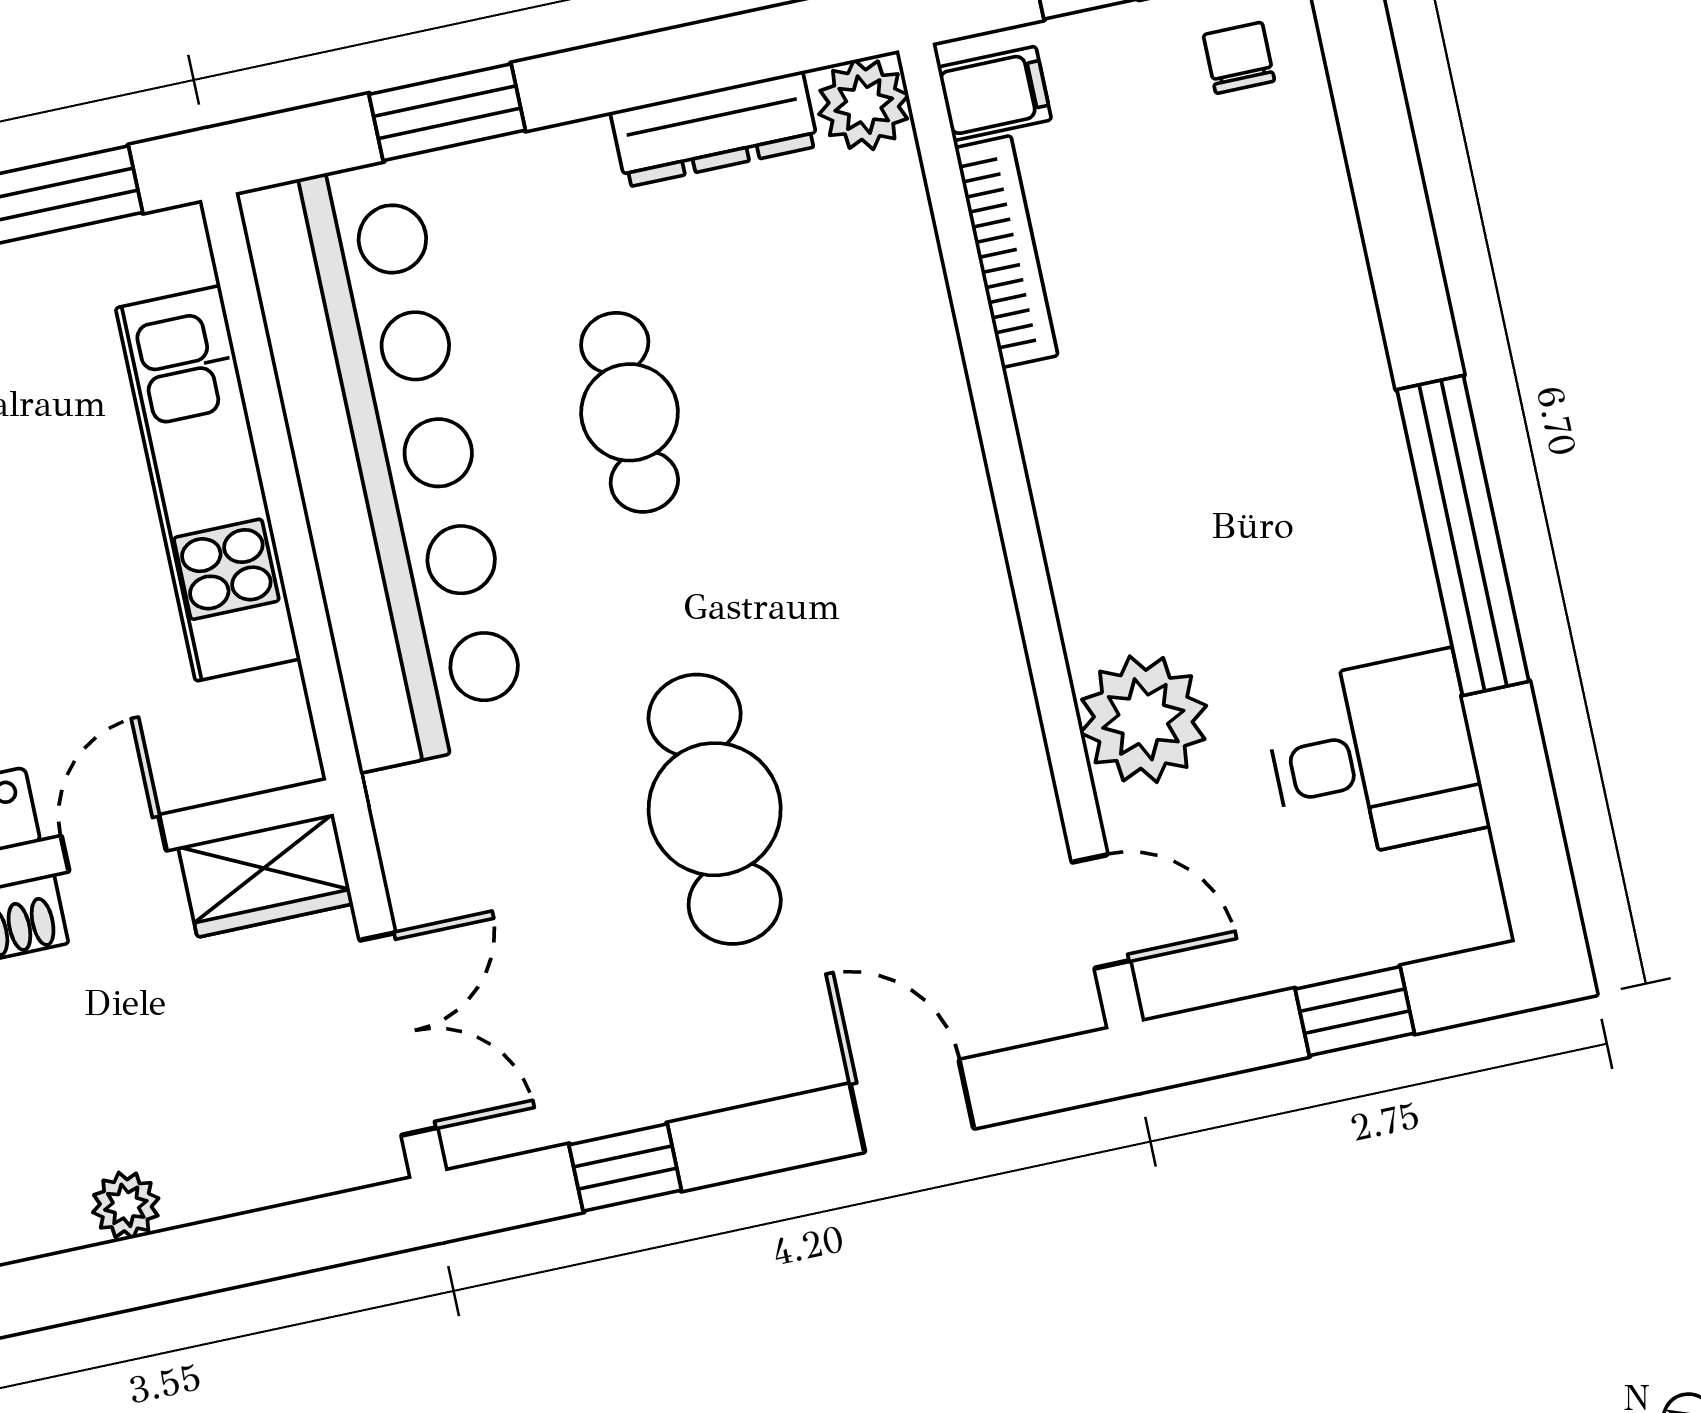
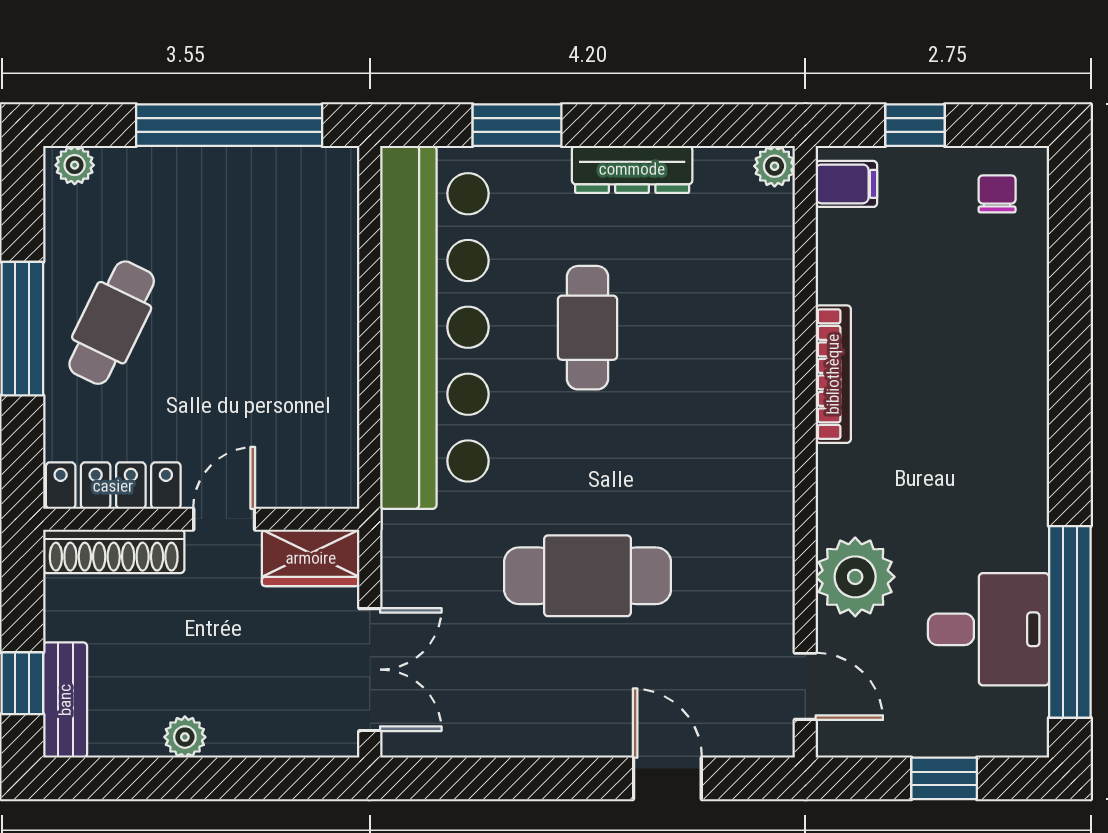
plant: (864, 105) -> (775, 166), width x0.73, depth x0.73
dresser: (714, 129) -> (632, 169), moved
bookcase: (1006, 252) -> (833, 374), moved
kitchen unit: (208, 483) -> (326, 316), removed
window: (1463, 535) -> (1070, 622), moved
cafe table: (715, 809) -> (588, 576), turned 90
window: (625, 1168) -> (488, 778), removed

